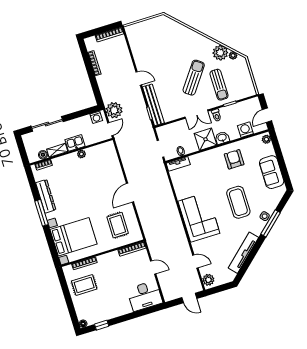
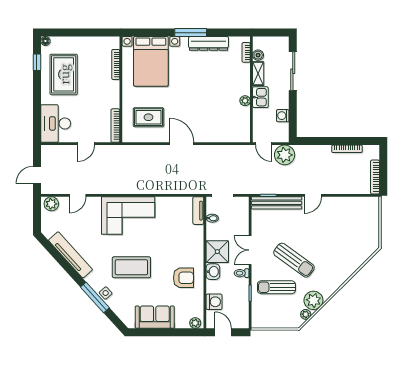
washing machine: (96, 117) -> (283, 116), moved
rug: (84, 285) -> (64, 74), moved, width x1.36, depth x1.43

